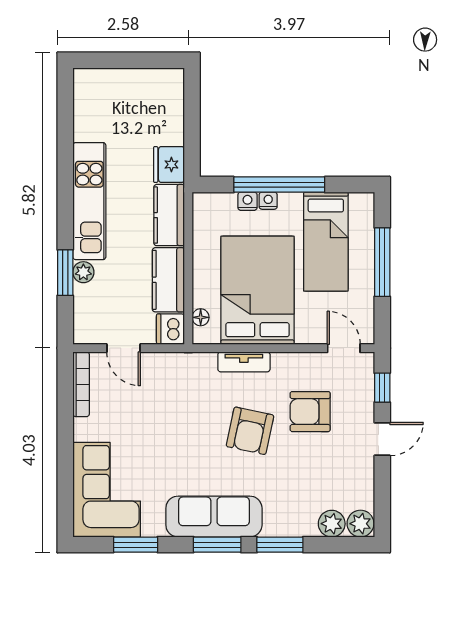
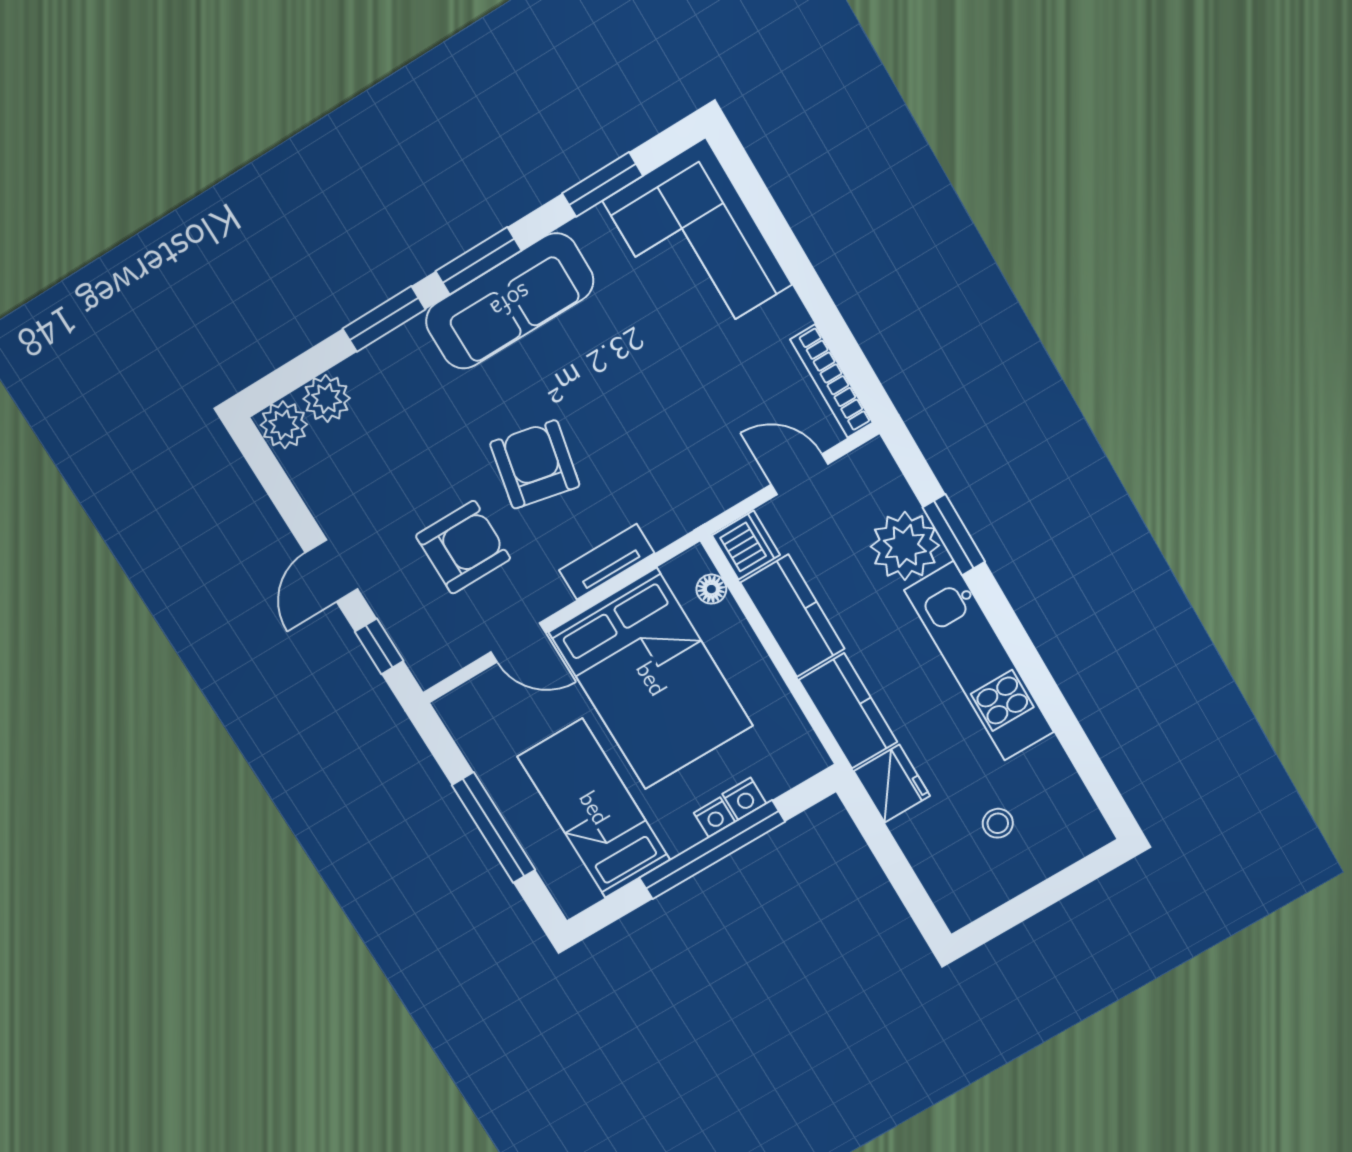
stool: (128, 112) -> (998, 823), added
plant: (83, 272) -> (905, 546), width x1.88, depth x1.88
door: (344, 348) -> (518, 642), moved

